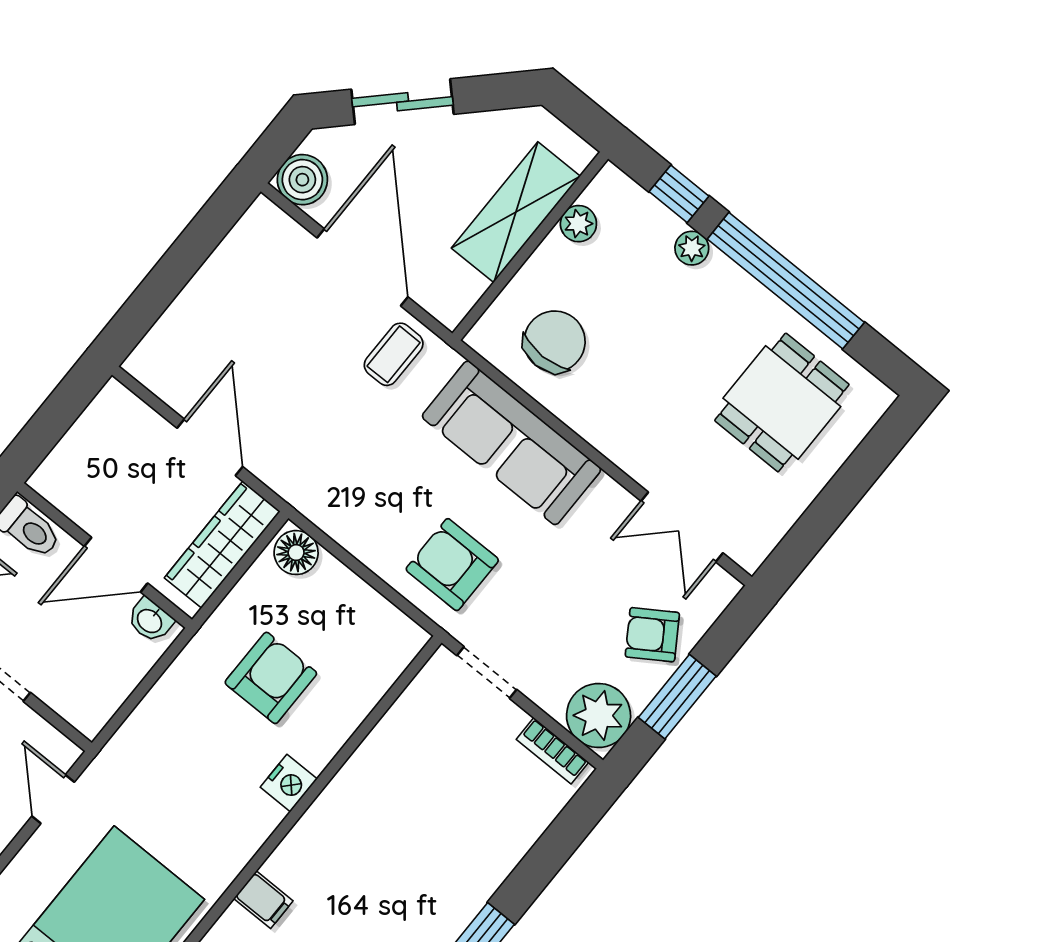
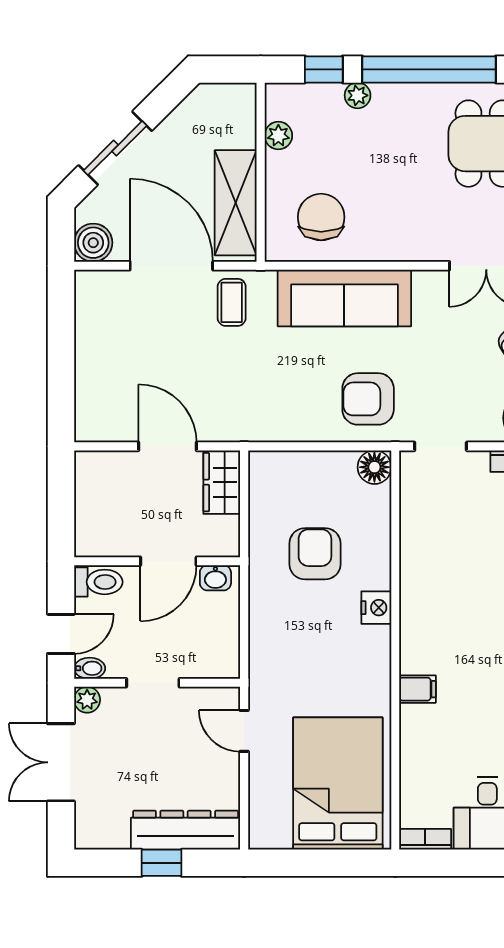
shelving: (516, 212) -> (236, 203), moved
wardrobe: (222, 545) -> (222, 482), width x0.67
floor lamp: (296, 553) -> (374, 467), moved

